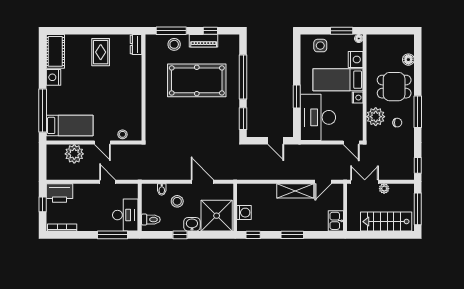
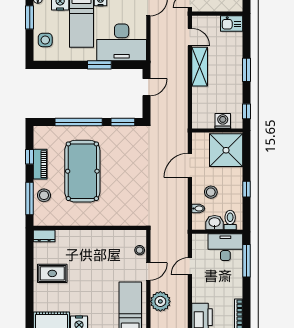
washbasin: (192, 224) -> (215, 223), moved, turned 90

